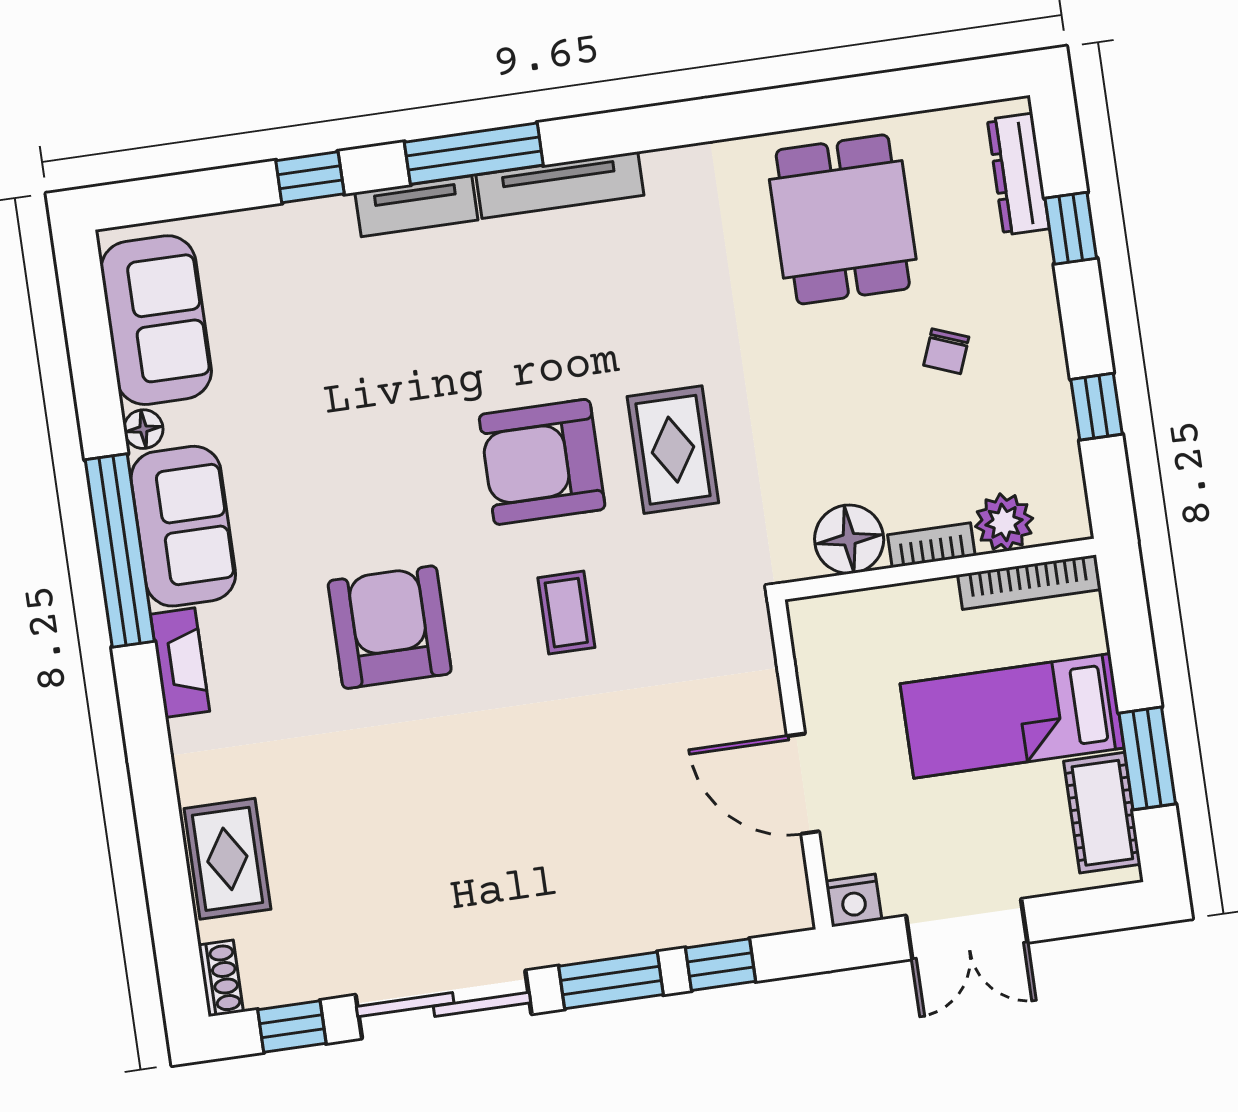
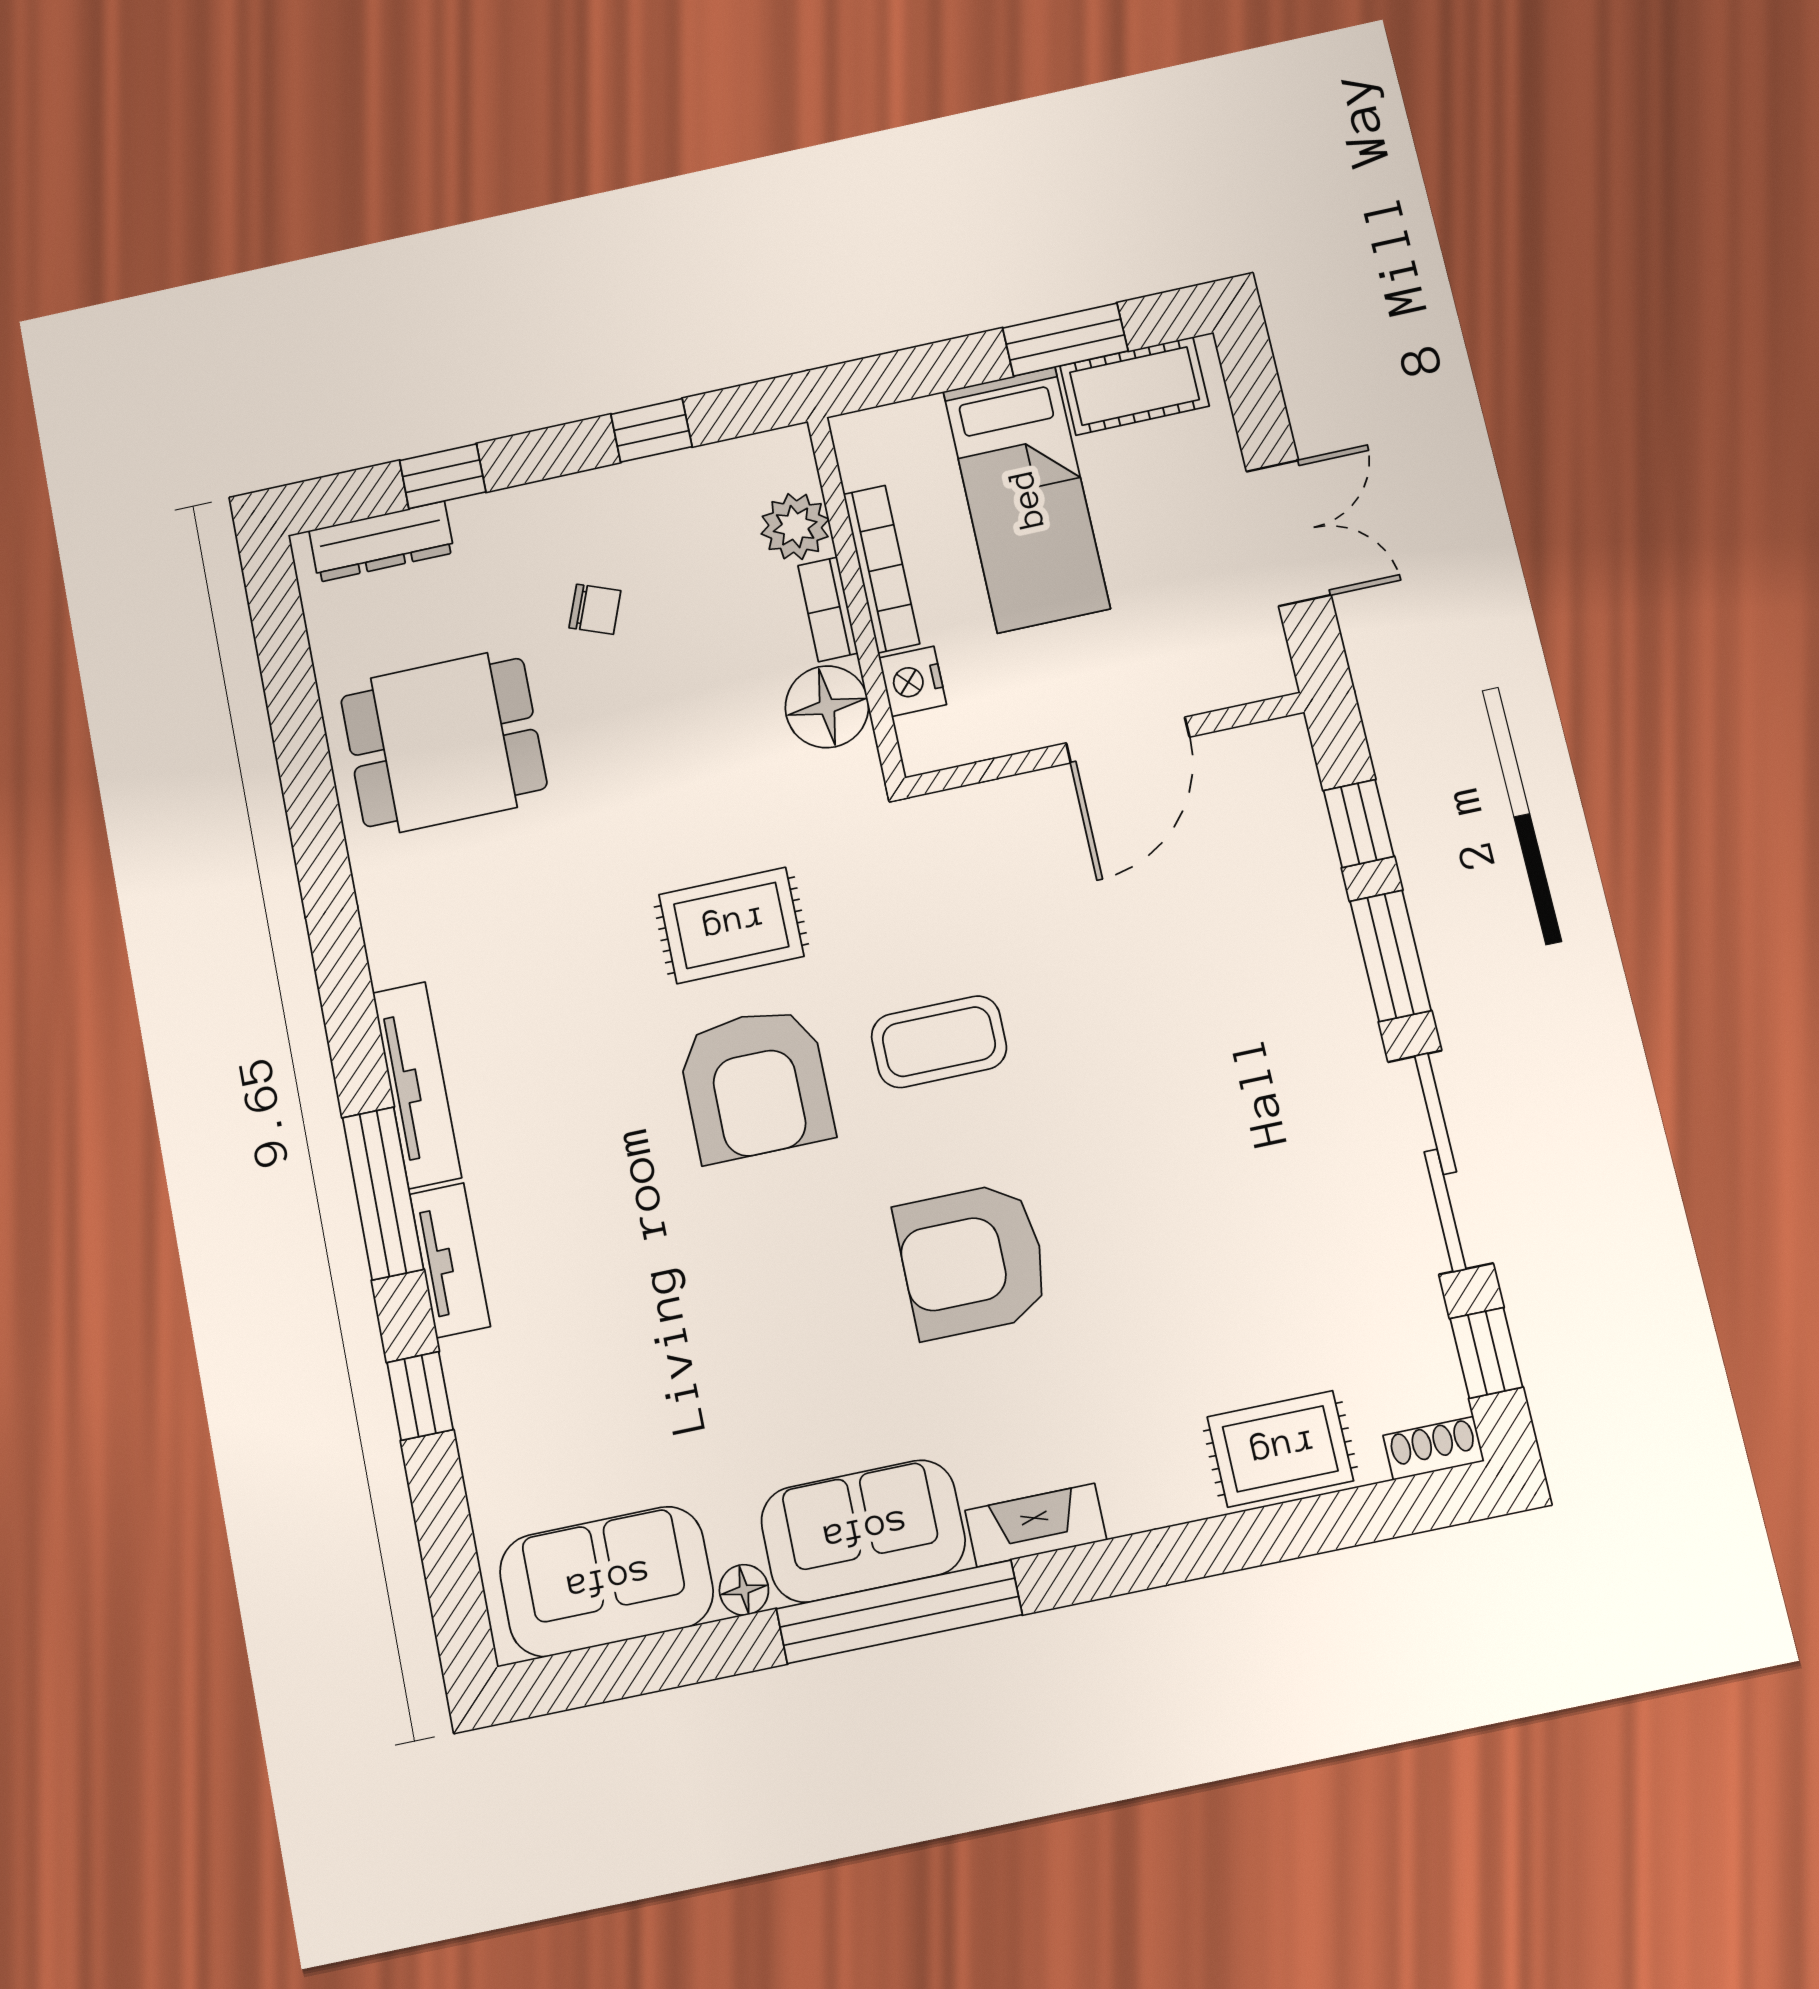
bookcase: (1029, 582) -> (881, 569), moved
coffee table: (566, 613) -> (939, 1042), width x1.36, depth x1.30
nightstand: (853, 900) -> (913, 681), moved, turned 180

